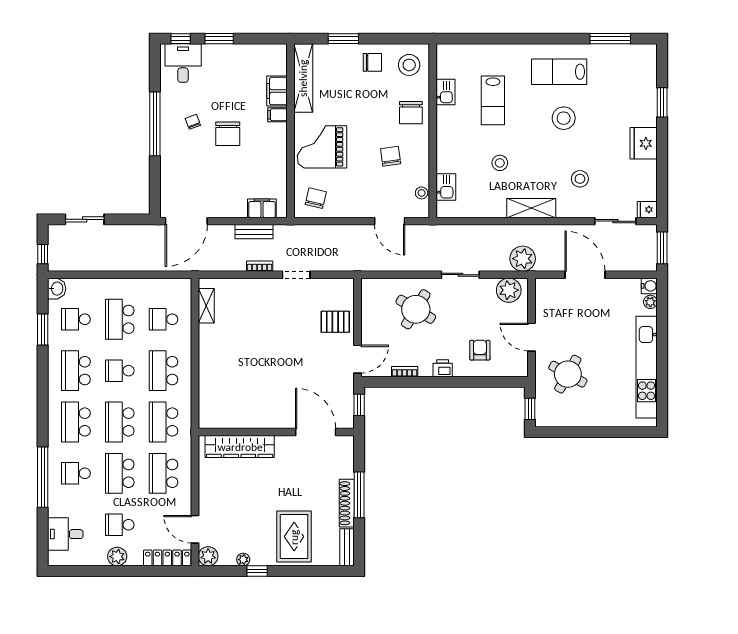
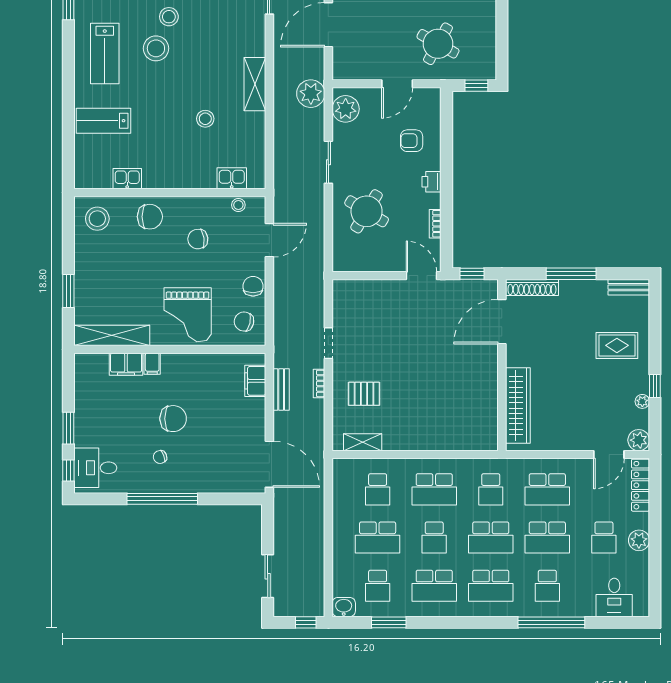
chair: (372, 62) -> (253, 286), moved
lab bench: (493, 100) -> (103, 121), moved, turned 180
stool: (580, 179) -> (169, 17), moved
pallet: (335, 322) -> (364, 394), moved, turned 90
school desk: (163, 422) -> (491, 489), width x0.54
shoe rack: (347, 503) -> (532, 287), moved
rug: (294, 537) -> (617, 345), width x0.73, depth x0.70

